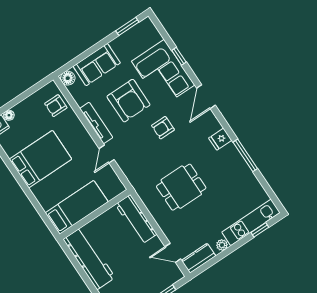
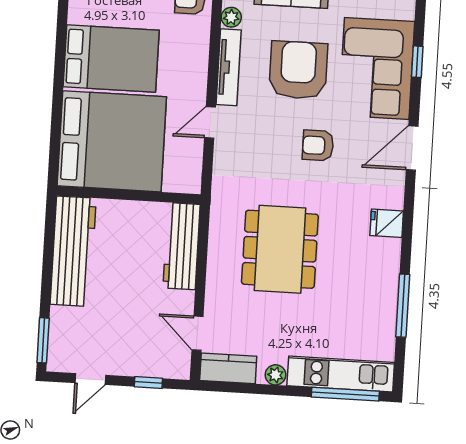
plant: (80, 100) -> (231, 17), added
armchair: (128, 101) -> (298, 70), turned 180
window: (245, 155) -> (403, 306), moved
dining table: (181, 187) -> (280, 249), width x1.38
bed: (77, 207) -> (112, 141), width x2.04
window: (260, 230) -> (345, 394), width x2.17

